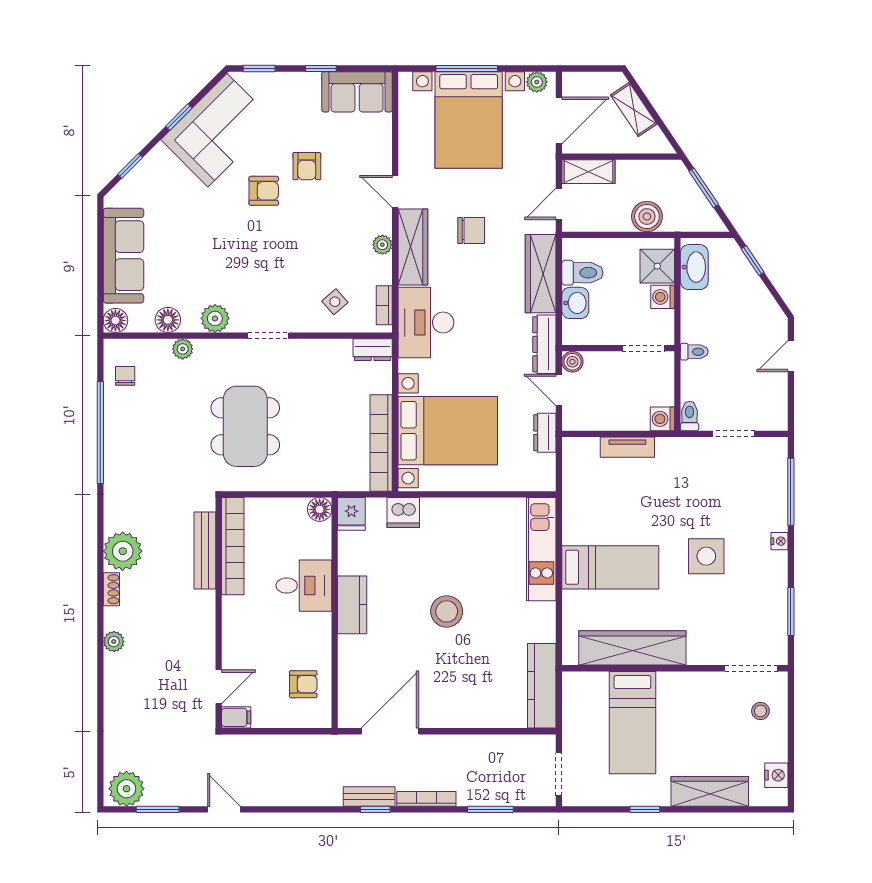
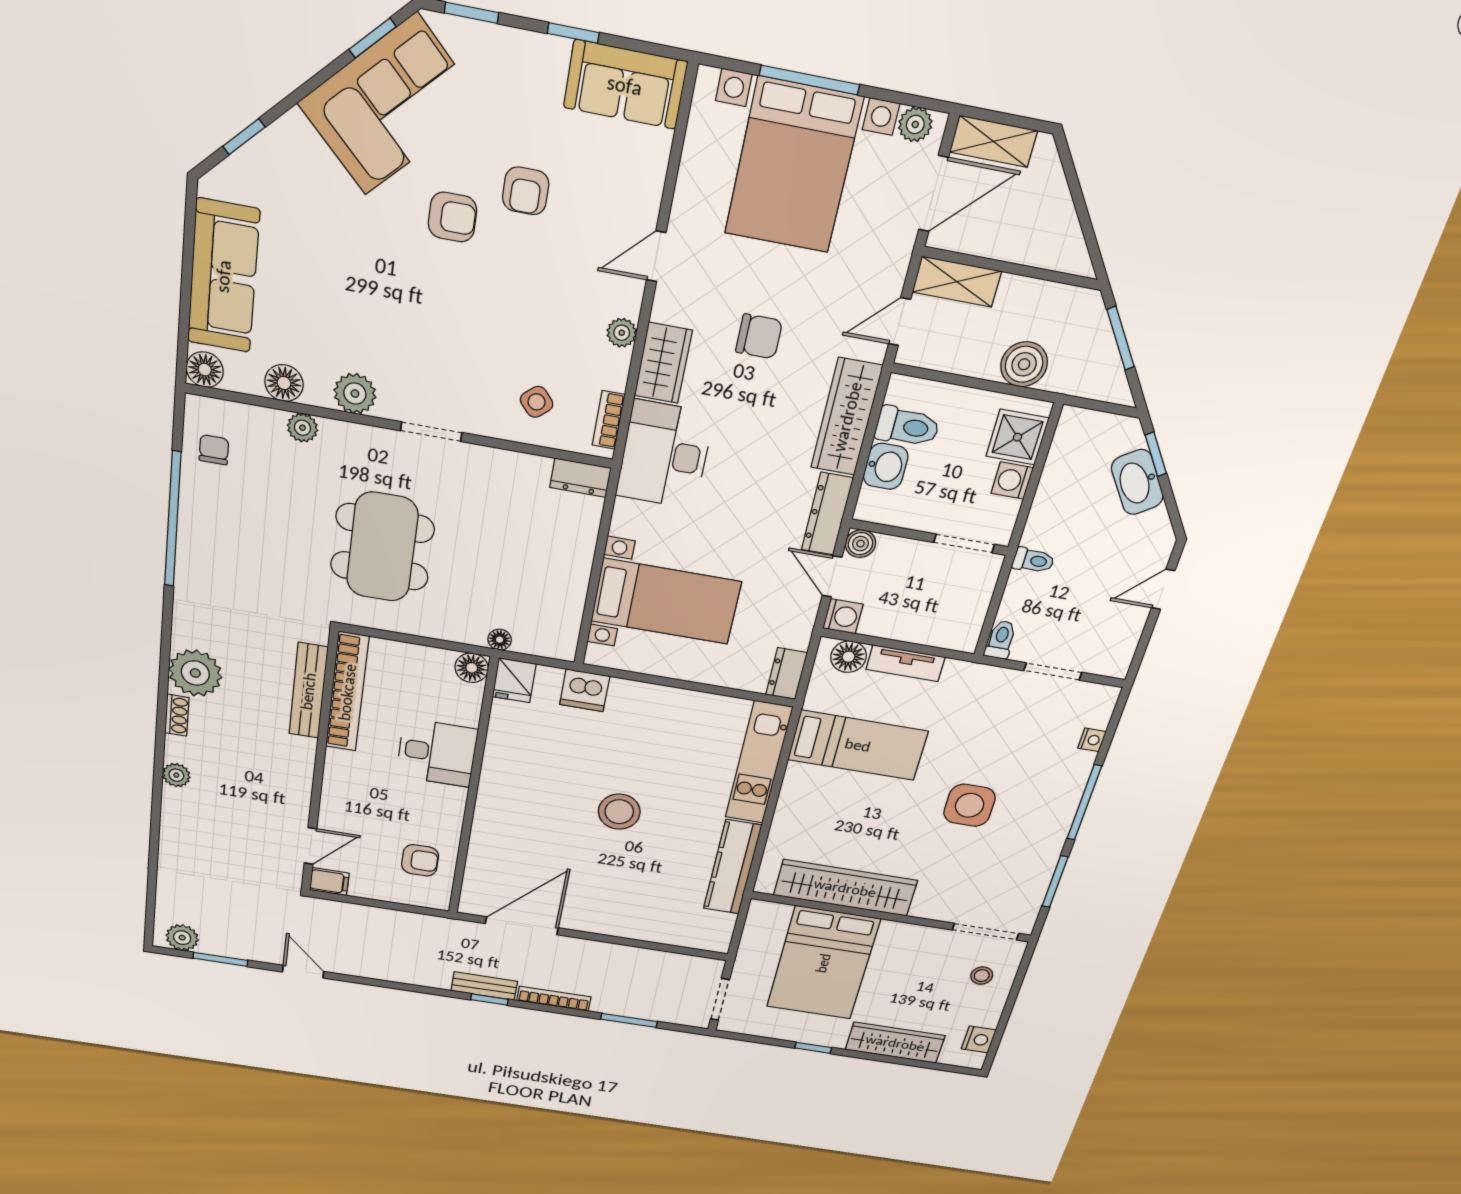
shelving: (634, 109) -> (993, 141), moved, turned -56
window: (179, 117) -> (372, 38), moved
door: (395, 191) -> (656, 256), hinge flipped
wardrobe: (413, 247) -> (663, 363), width x0.67
washbasin: (694, 267) -> (1137, 482), moved, turned 146
washing machine: (662, 419) -> (843, 616), moved, turned 180
bed with nightstands: (448, 431) -> (666, 601), width x0.73
dresser: (545, 433) -> (786, 674), moved
bookcase: (381, 443) -> (570, 601), removed
floor lamp: (586, 450) -> (848, 657), added
floor lamp: (336, 483) -> (500, 640), added
window: (791, 492) -> (1084, 803), moved
nightstand: (779, 541) -> (1092, 740), moved
bed: (610, 567) -> (858, 745), moved
kitchen counter: (352, 605) -> (497, 785), removed
kitchen counter: (542, 686) -> (732, 867), moved
bed: (632, 723) -> (823, 963), width x1.50
plant: (126, 789) -> (182, 938), width x0.73, depth x0.73

